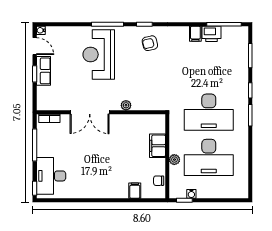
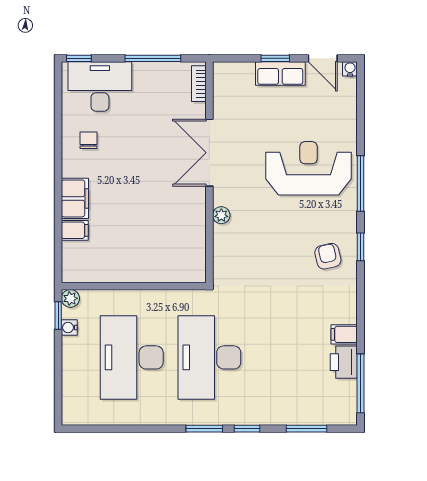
door: (35, 46) -> (323, 58), hinge flipped
filing cabinet: (158, 146) -> (75, 198), moved, turned 90
plant: (174, 160) -> (70, 298), moved
chair: (159, 181) -> (88, 140), moved

